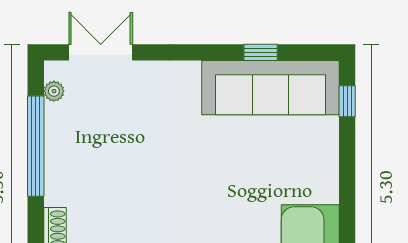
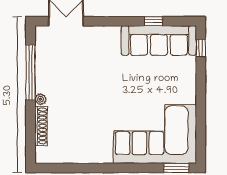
plant: (54, 91) -> (40, 99), moved

